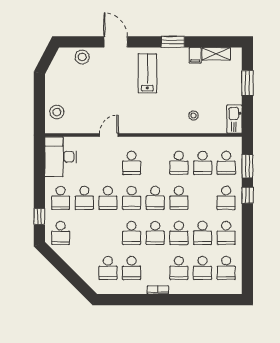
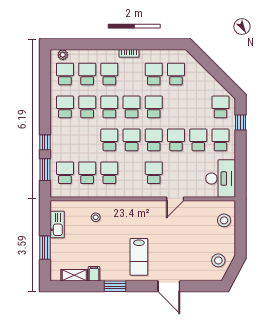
stool: (82, 57) -> (218, 260), moved
kitchen sink: (234, 119) -> (57, 224), moved
school desk: (226, 198) -> (65, 140), removed
plant: (228, 288) -> (63, 55), added

